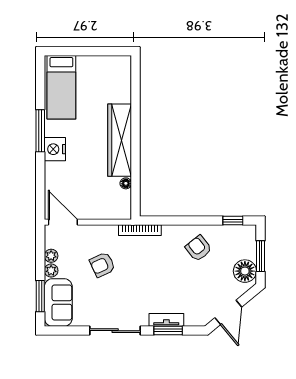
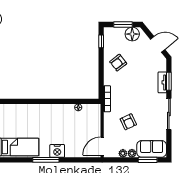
wardrobe: (120, 140) -> (52, 111), removed

